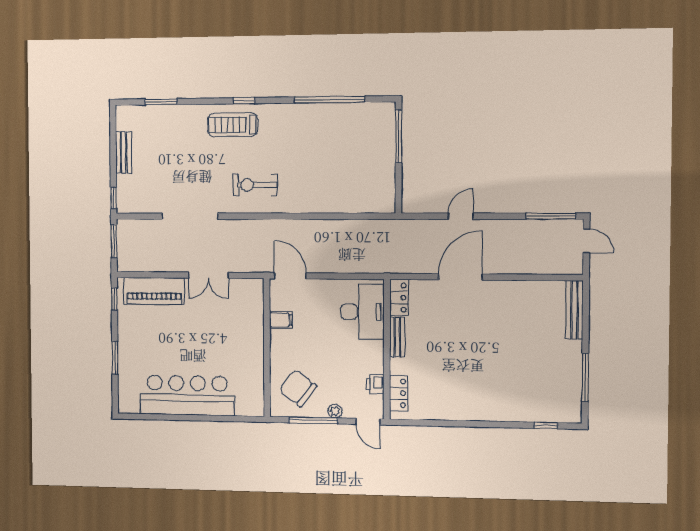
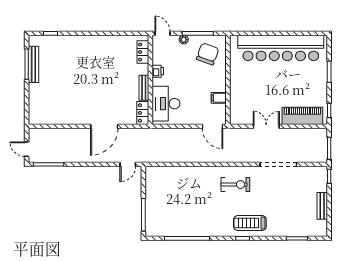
treadmill: (233, 125) -> (250, 223), turned 180
door: (461, 216) -> (128, 164), moved
bench: (574, 310) -> (33, 64), moved
printer: (375, 384) -> (158, 71), moved
chair: (298, 388) -> (208, 54), turned -107
bar counter: (187, 395) -> (281, 48), width x1.36

